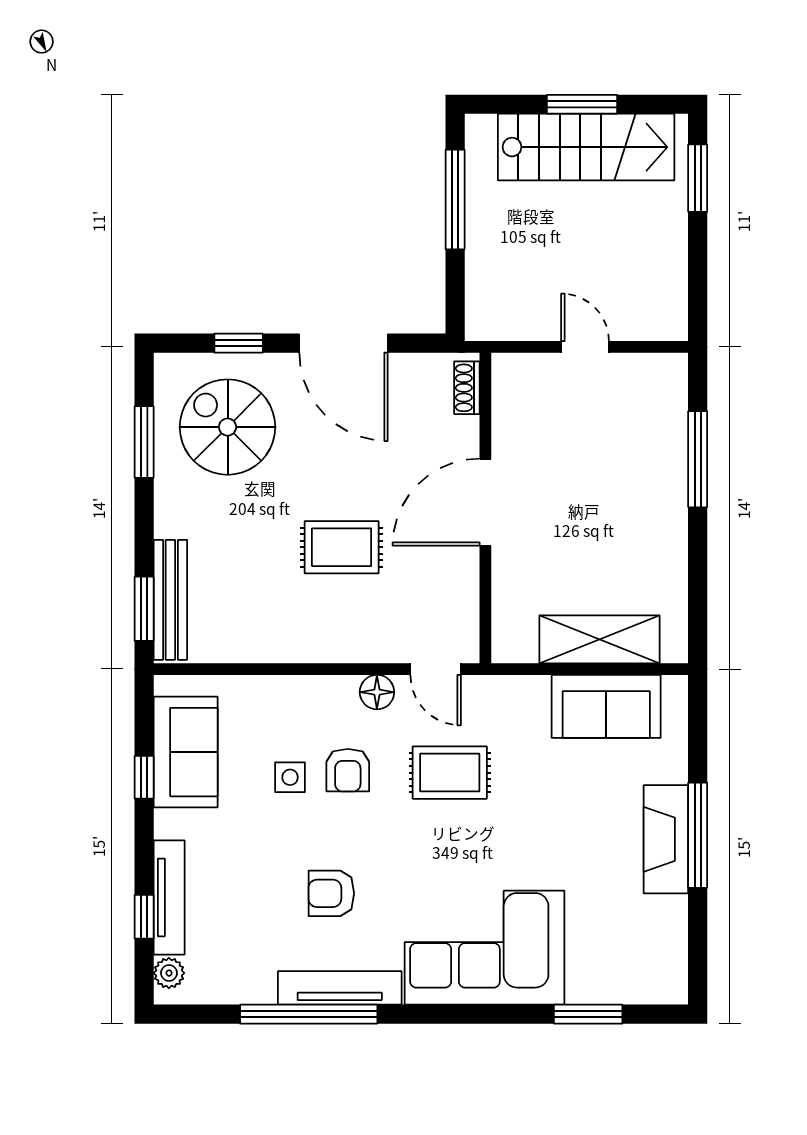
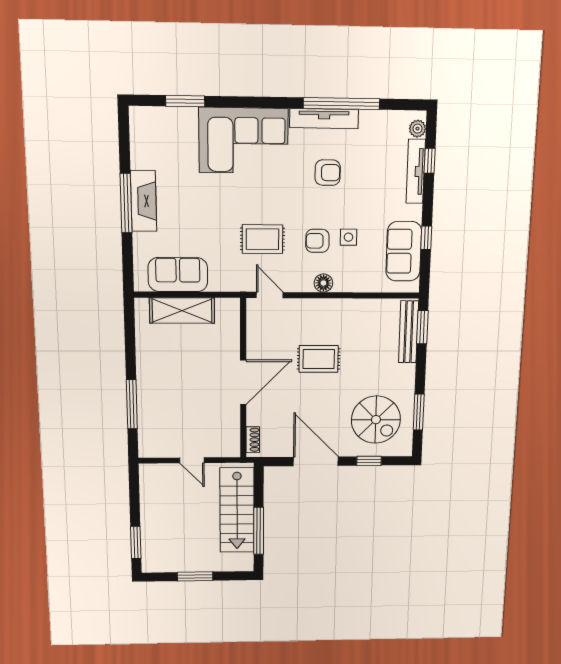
stairs: (586, 147) -> (237, 510), moved, turned -90
floor lamp: (377, 692) -> (323, 283), moved
armchair: (348, 770) -> (317, 241), turned -90

